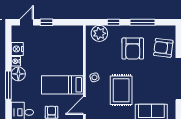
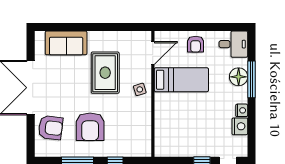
plant: (99, 33) -> (133, 146), removed
armchair: (133, 49) -> (90, 127), turned 180
floor lamp: (18, 74) -> (239, 77), moved

